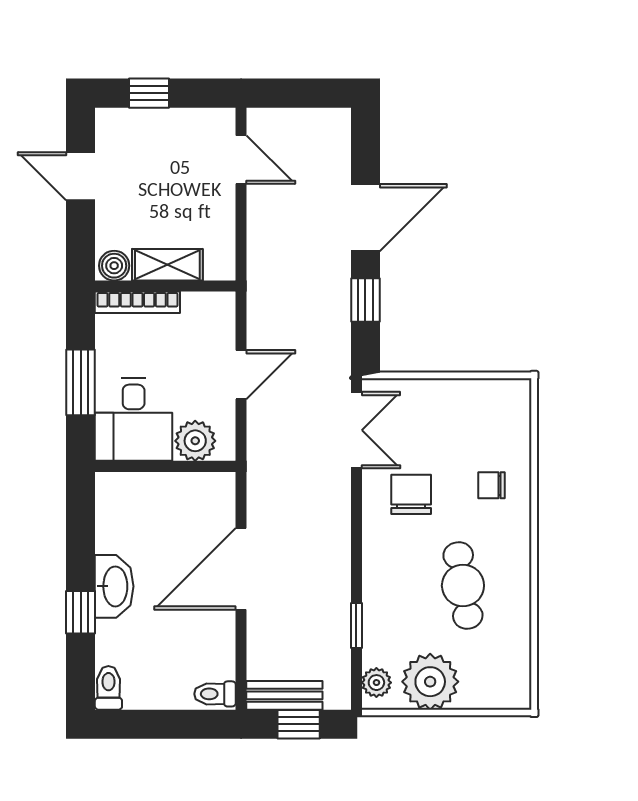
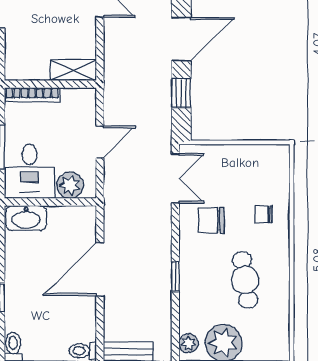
shelving: (167, 265) -> (73, 70), moved
boiler: (114, 266) -> (17, 71), removed
chair: (411, 494) -> (211, 220), turned -90
washbasin: (114, 586) -> (26, 218), moved, turned 90
window: (356, 625) -> (175, 277), moved

